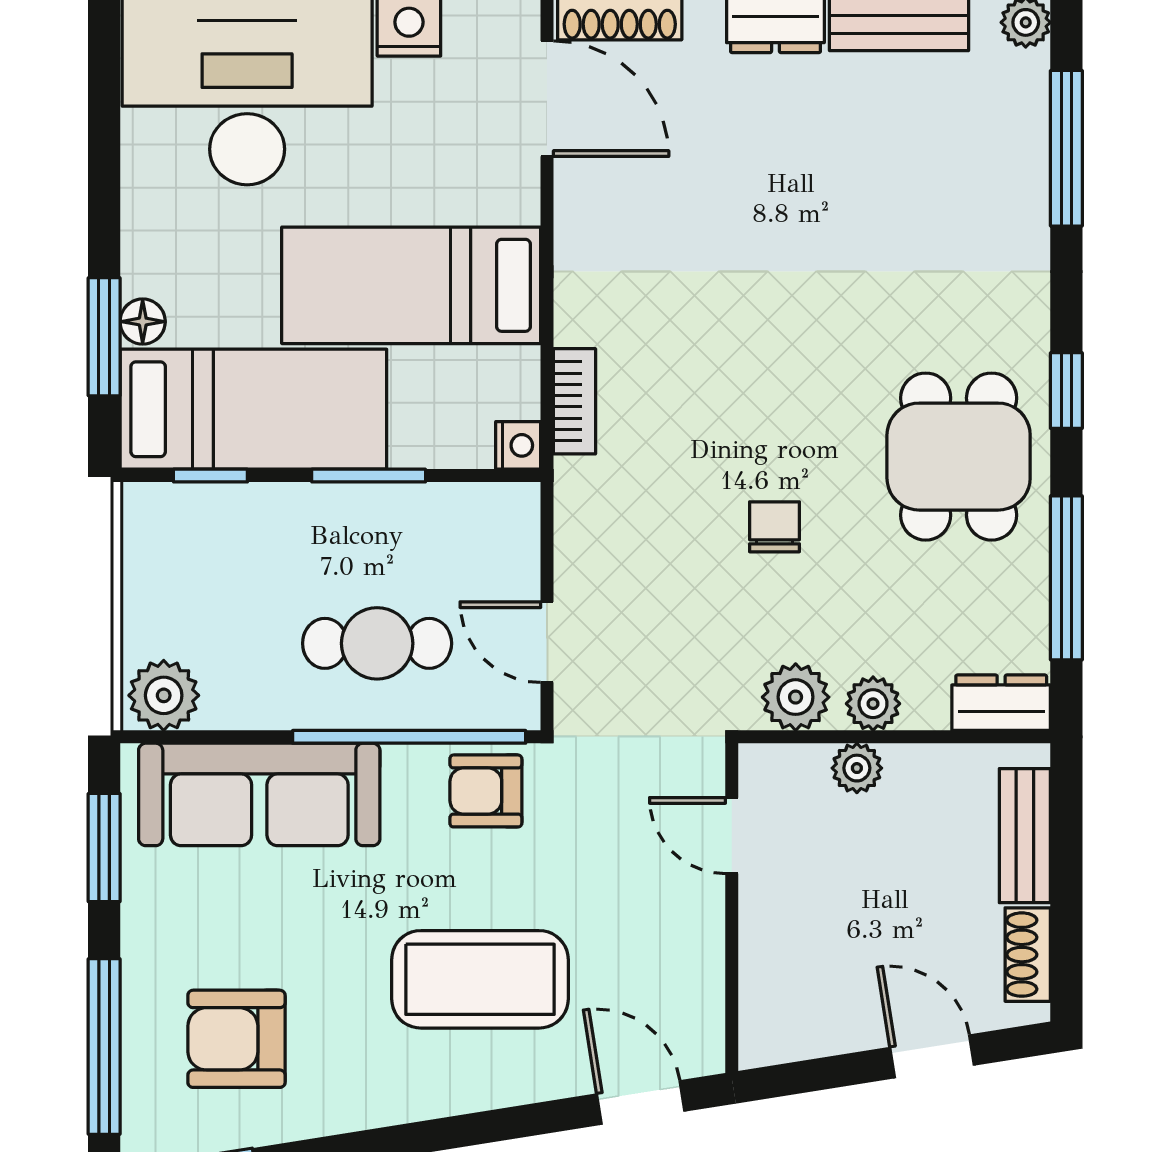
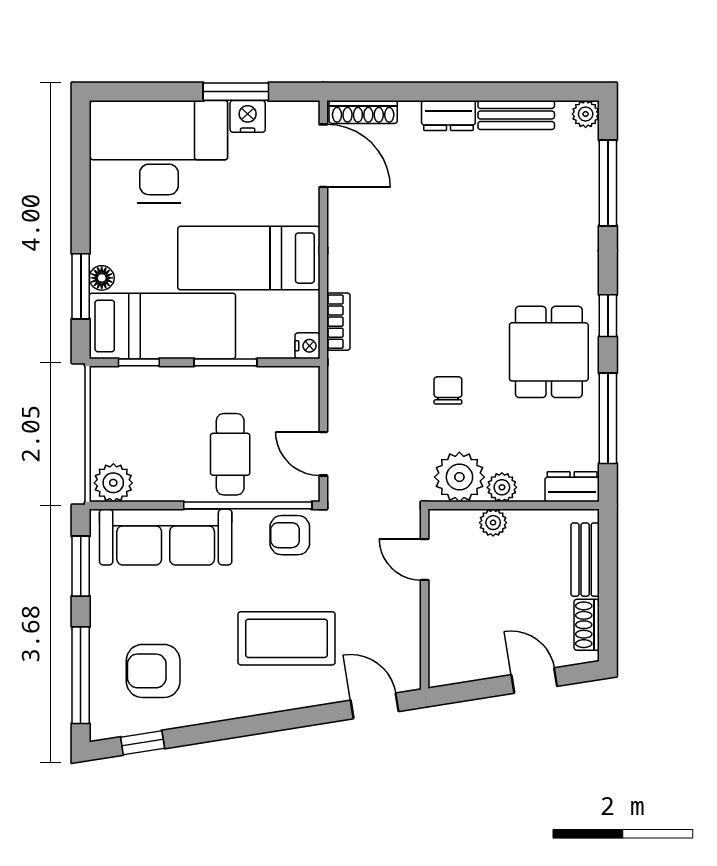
cafe table: (377, 643) -> (230, 454), turned 90
plant: (796, 697) -> (459, 477), width x1.36, depth x1.36

